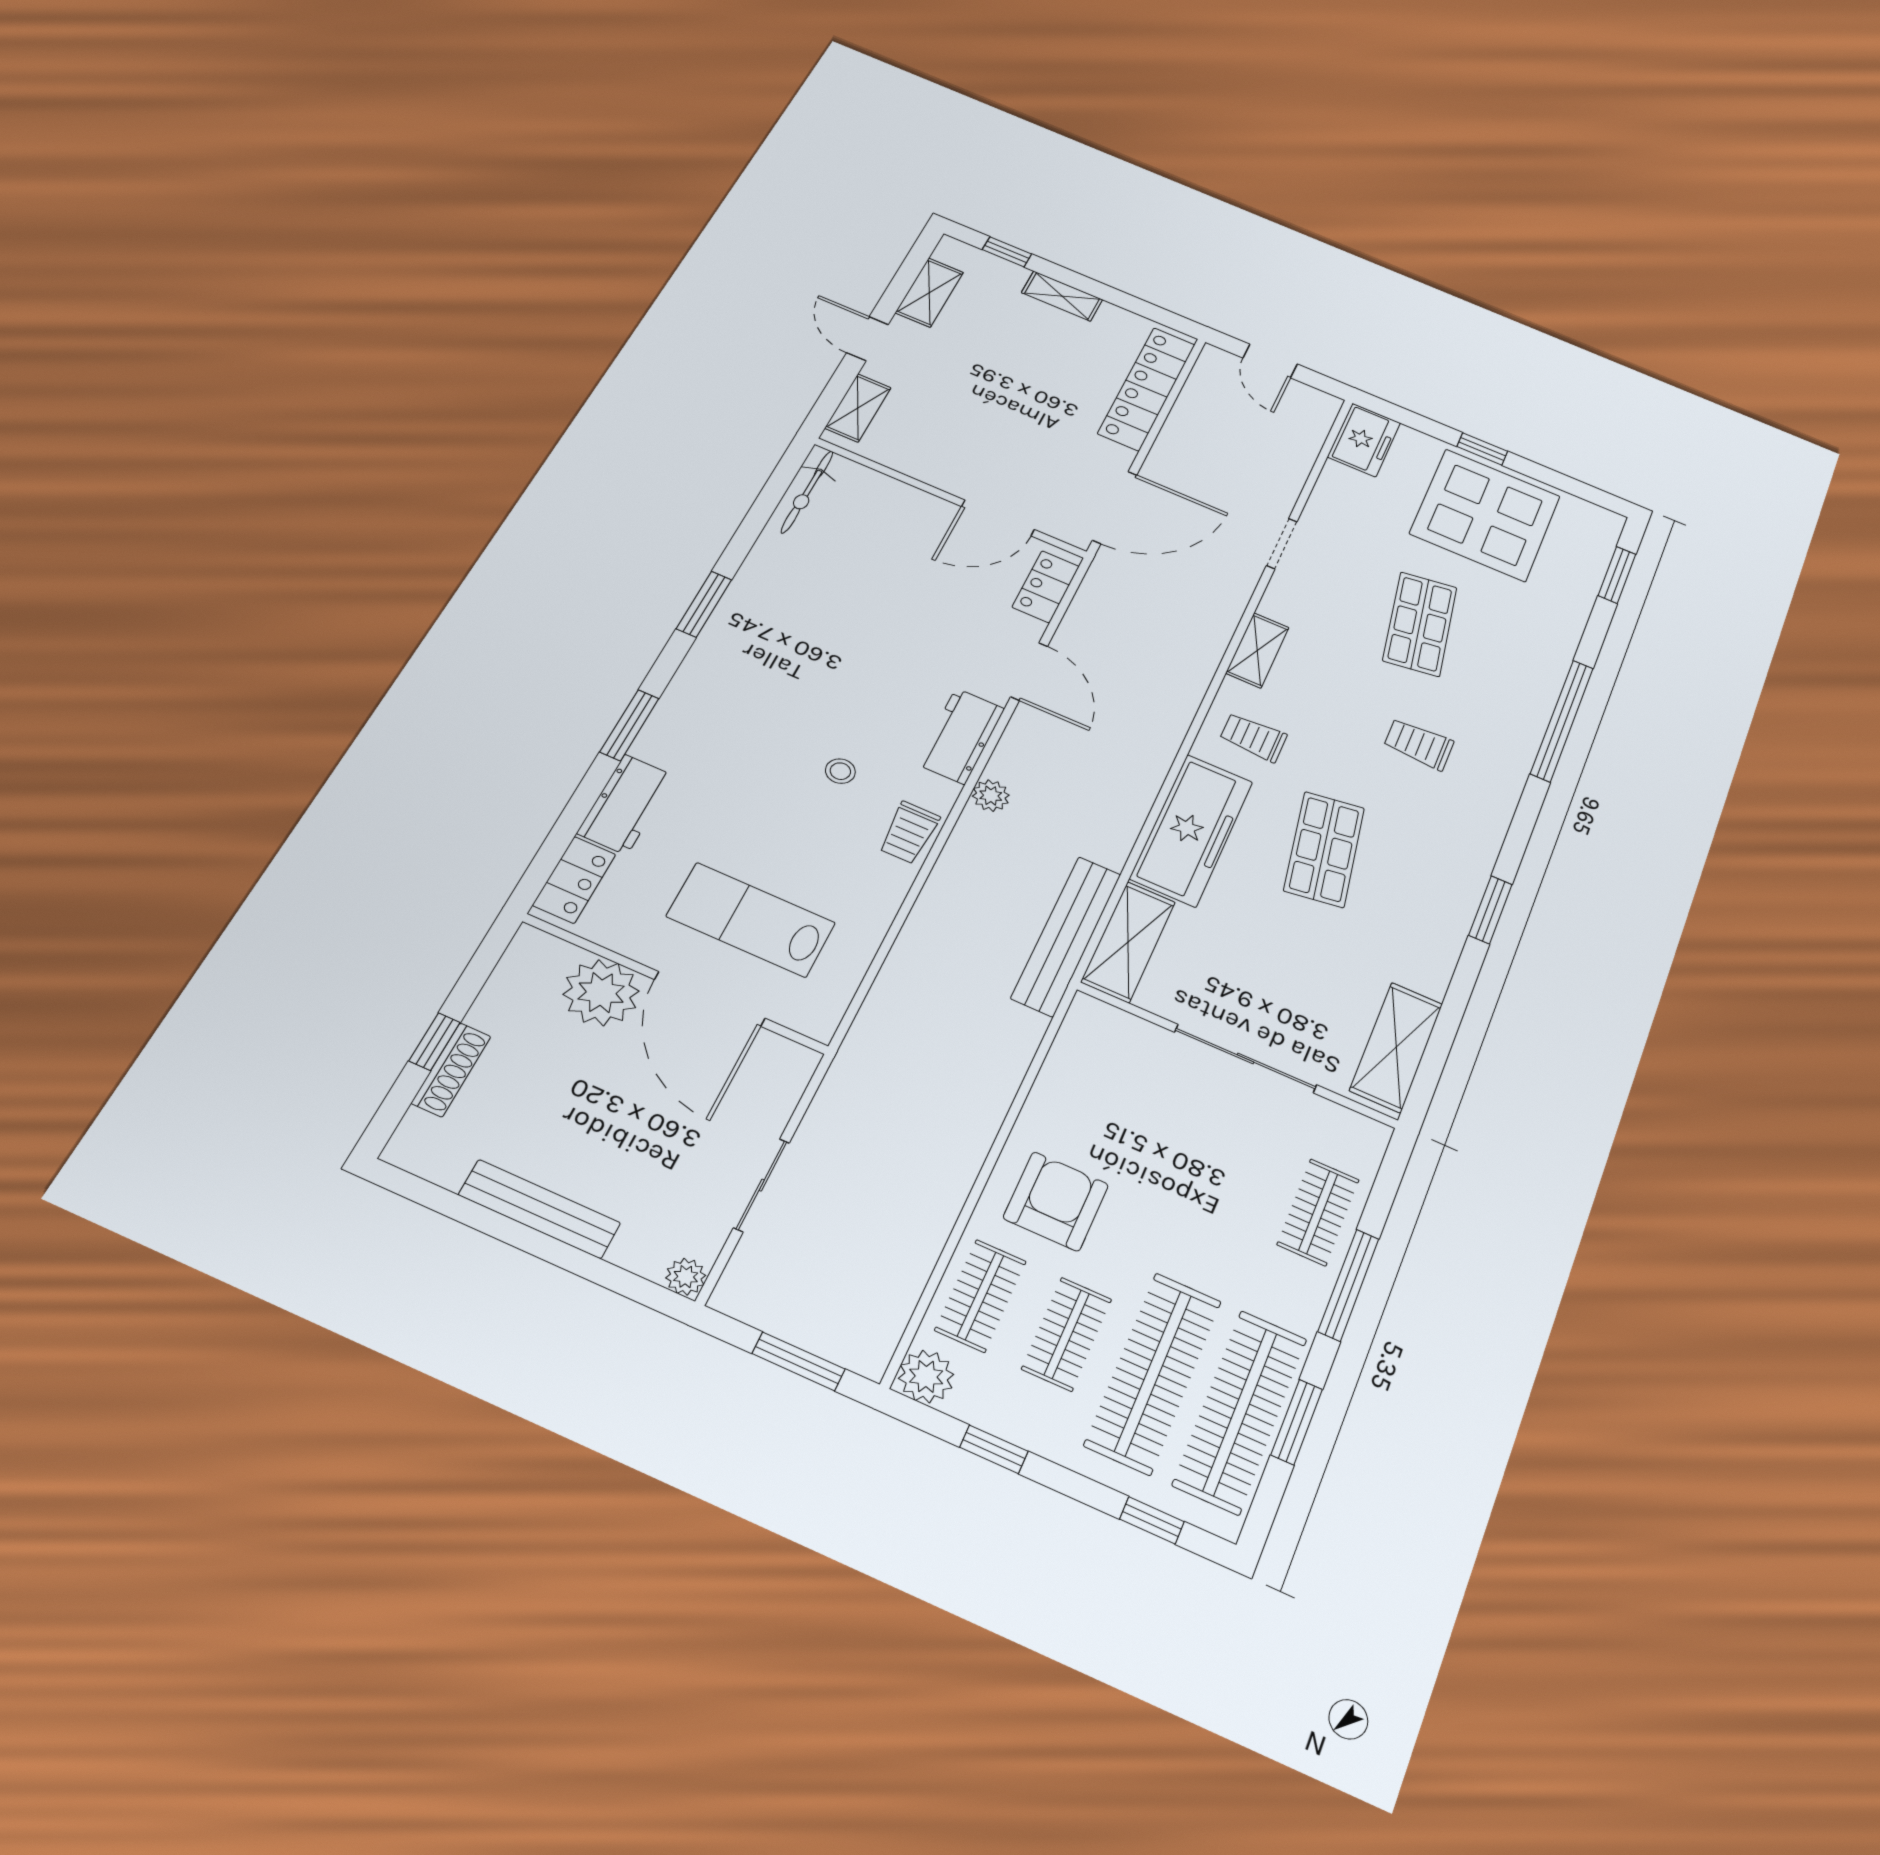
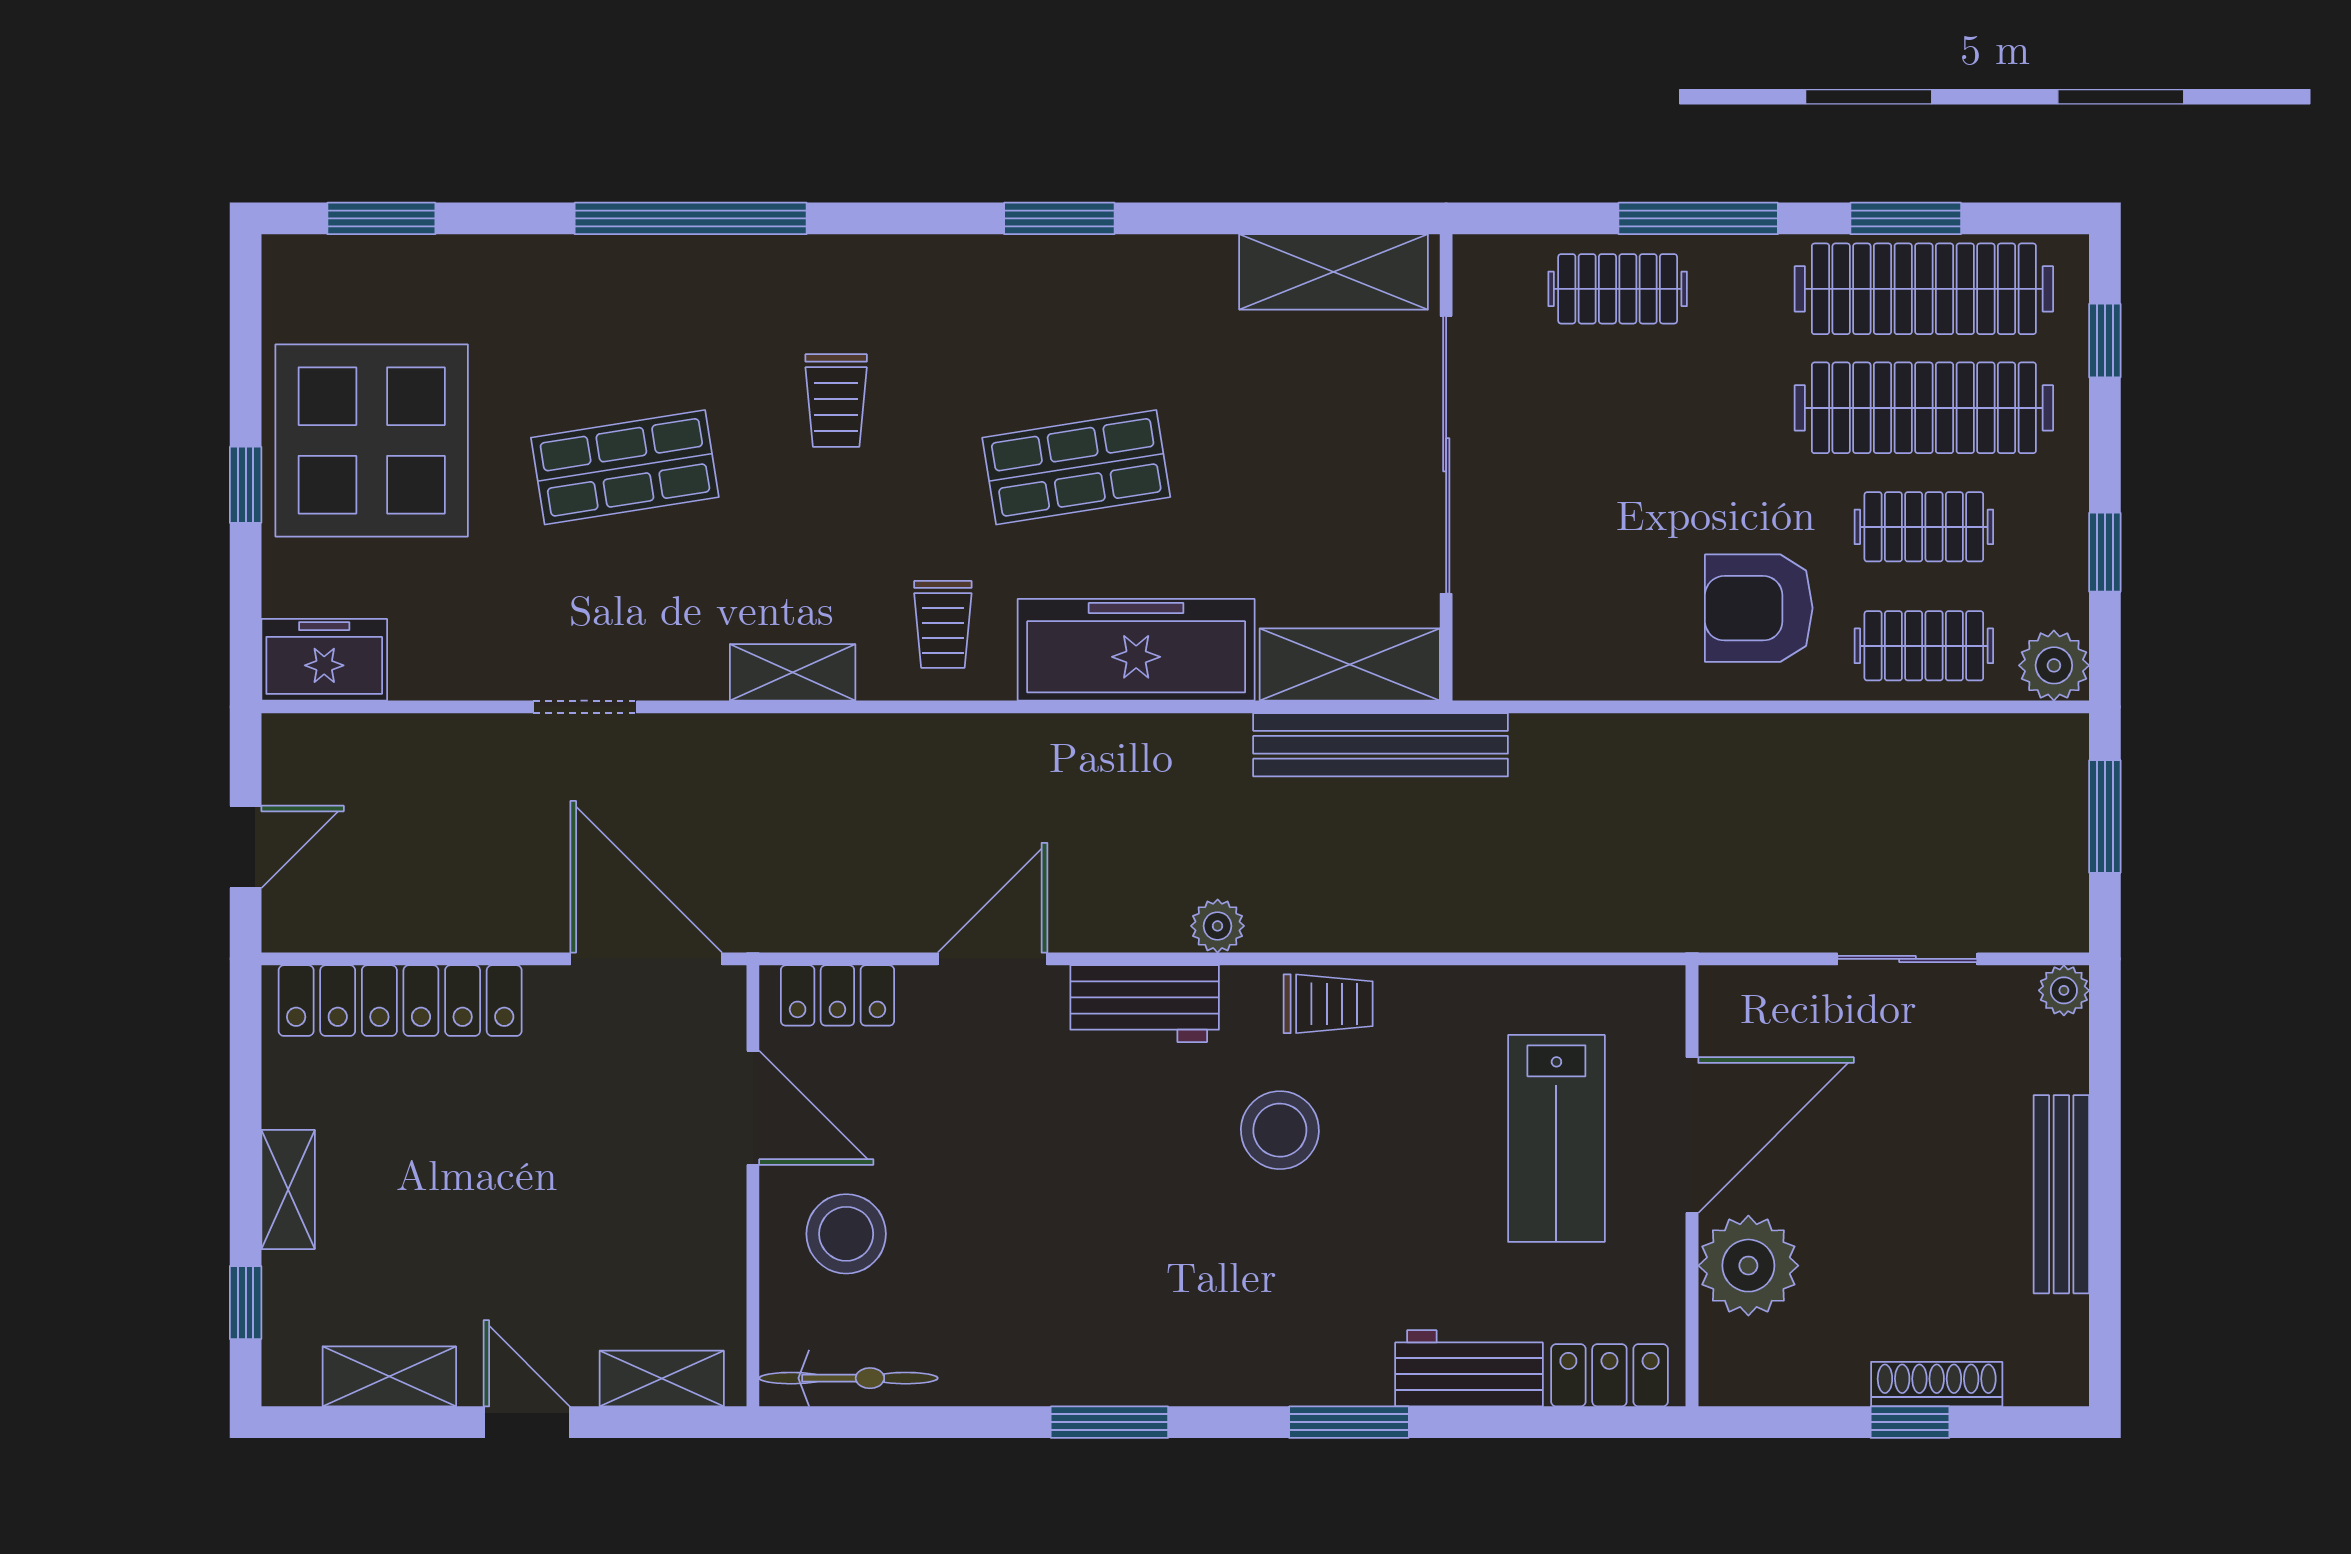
door: (868, 339) -> (527, 1422), swing flipped
stool: (896, 528) -> (846, 1234), added
stool: (840, 771) -> (1280, 1130), width x1.89, depth x1.89
sliding door: (1245, 1058) -> (1446, 455), width x1.36

